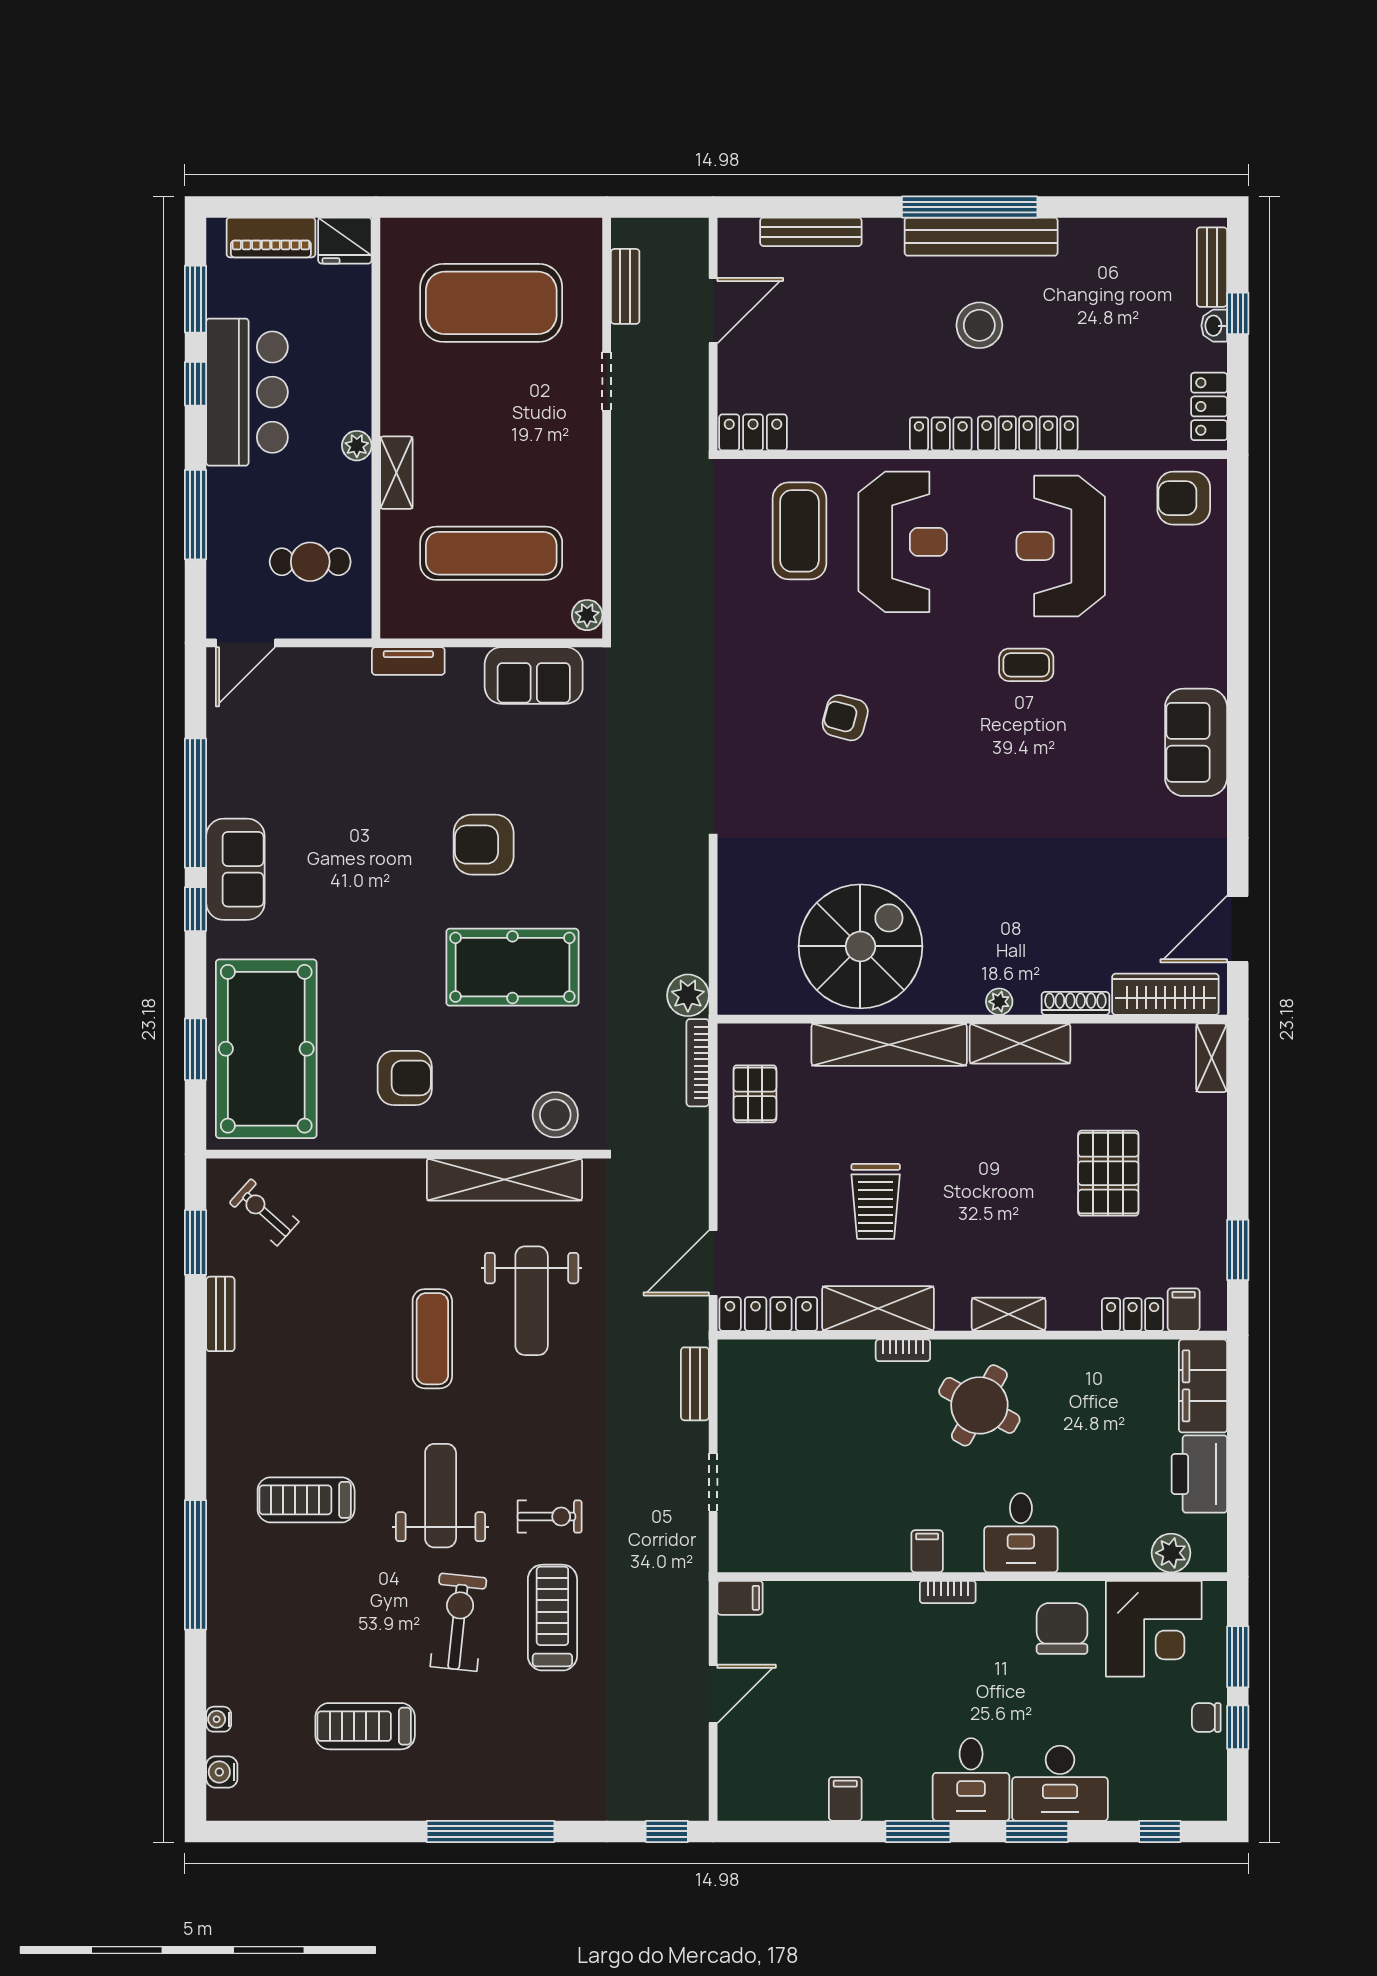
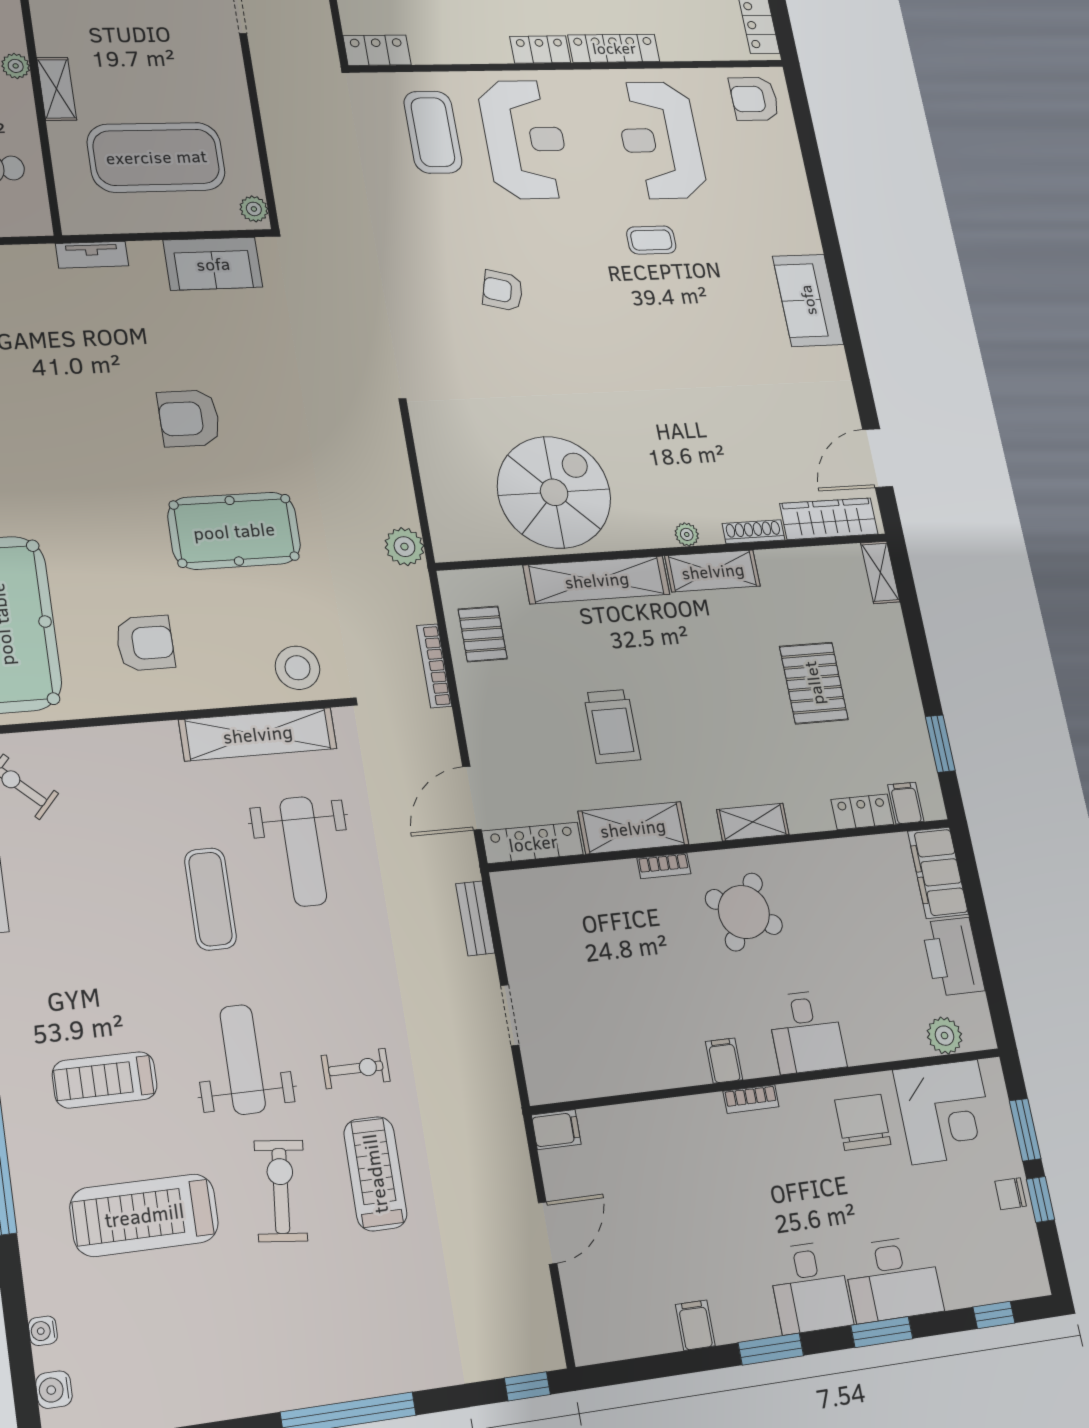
exercise mat: (491, 553) -> (156, 157), width x1.47
bookcase: (698, 1063) -> (434, 666), moved
treadmill: (365, 1726) -> (144, 1215), moved, width x1.37, depth x1.38

